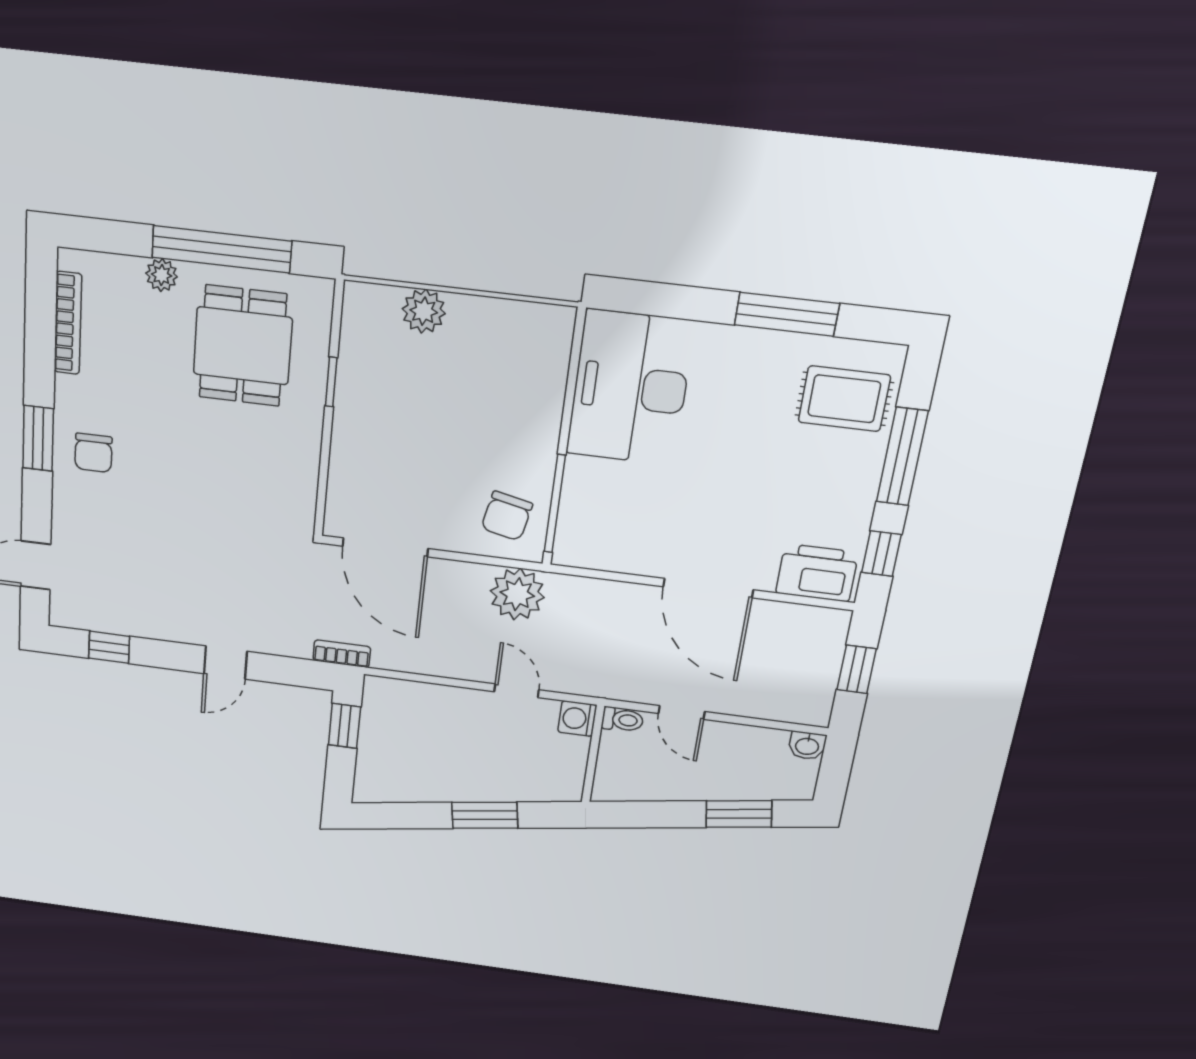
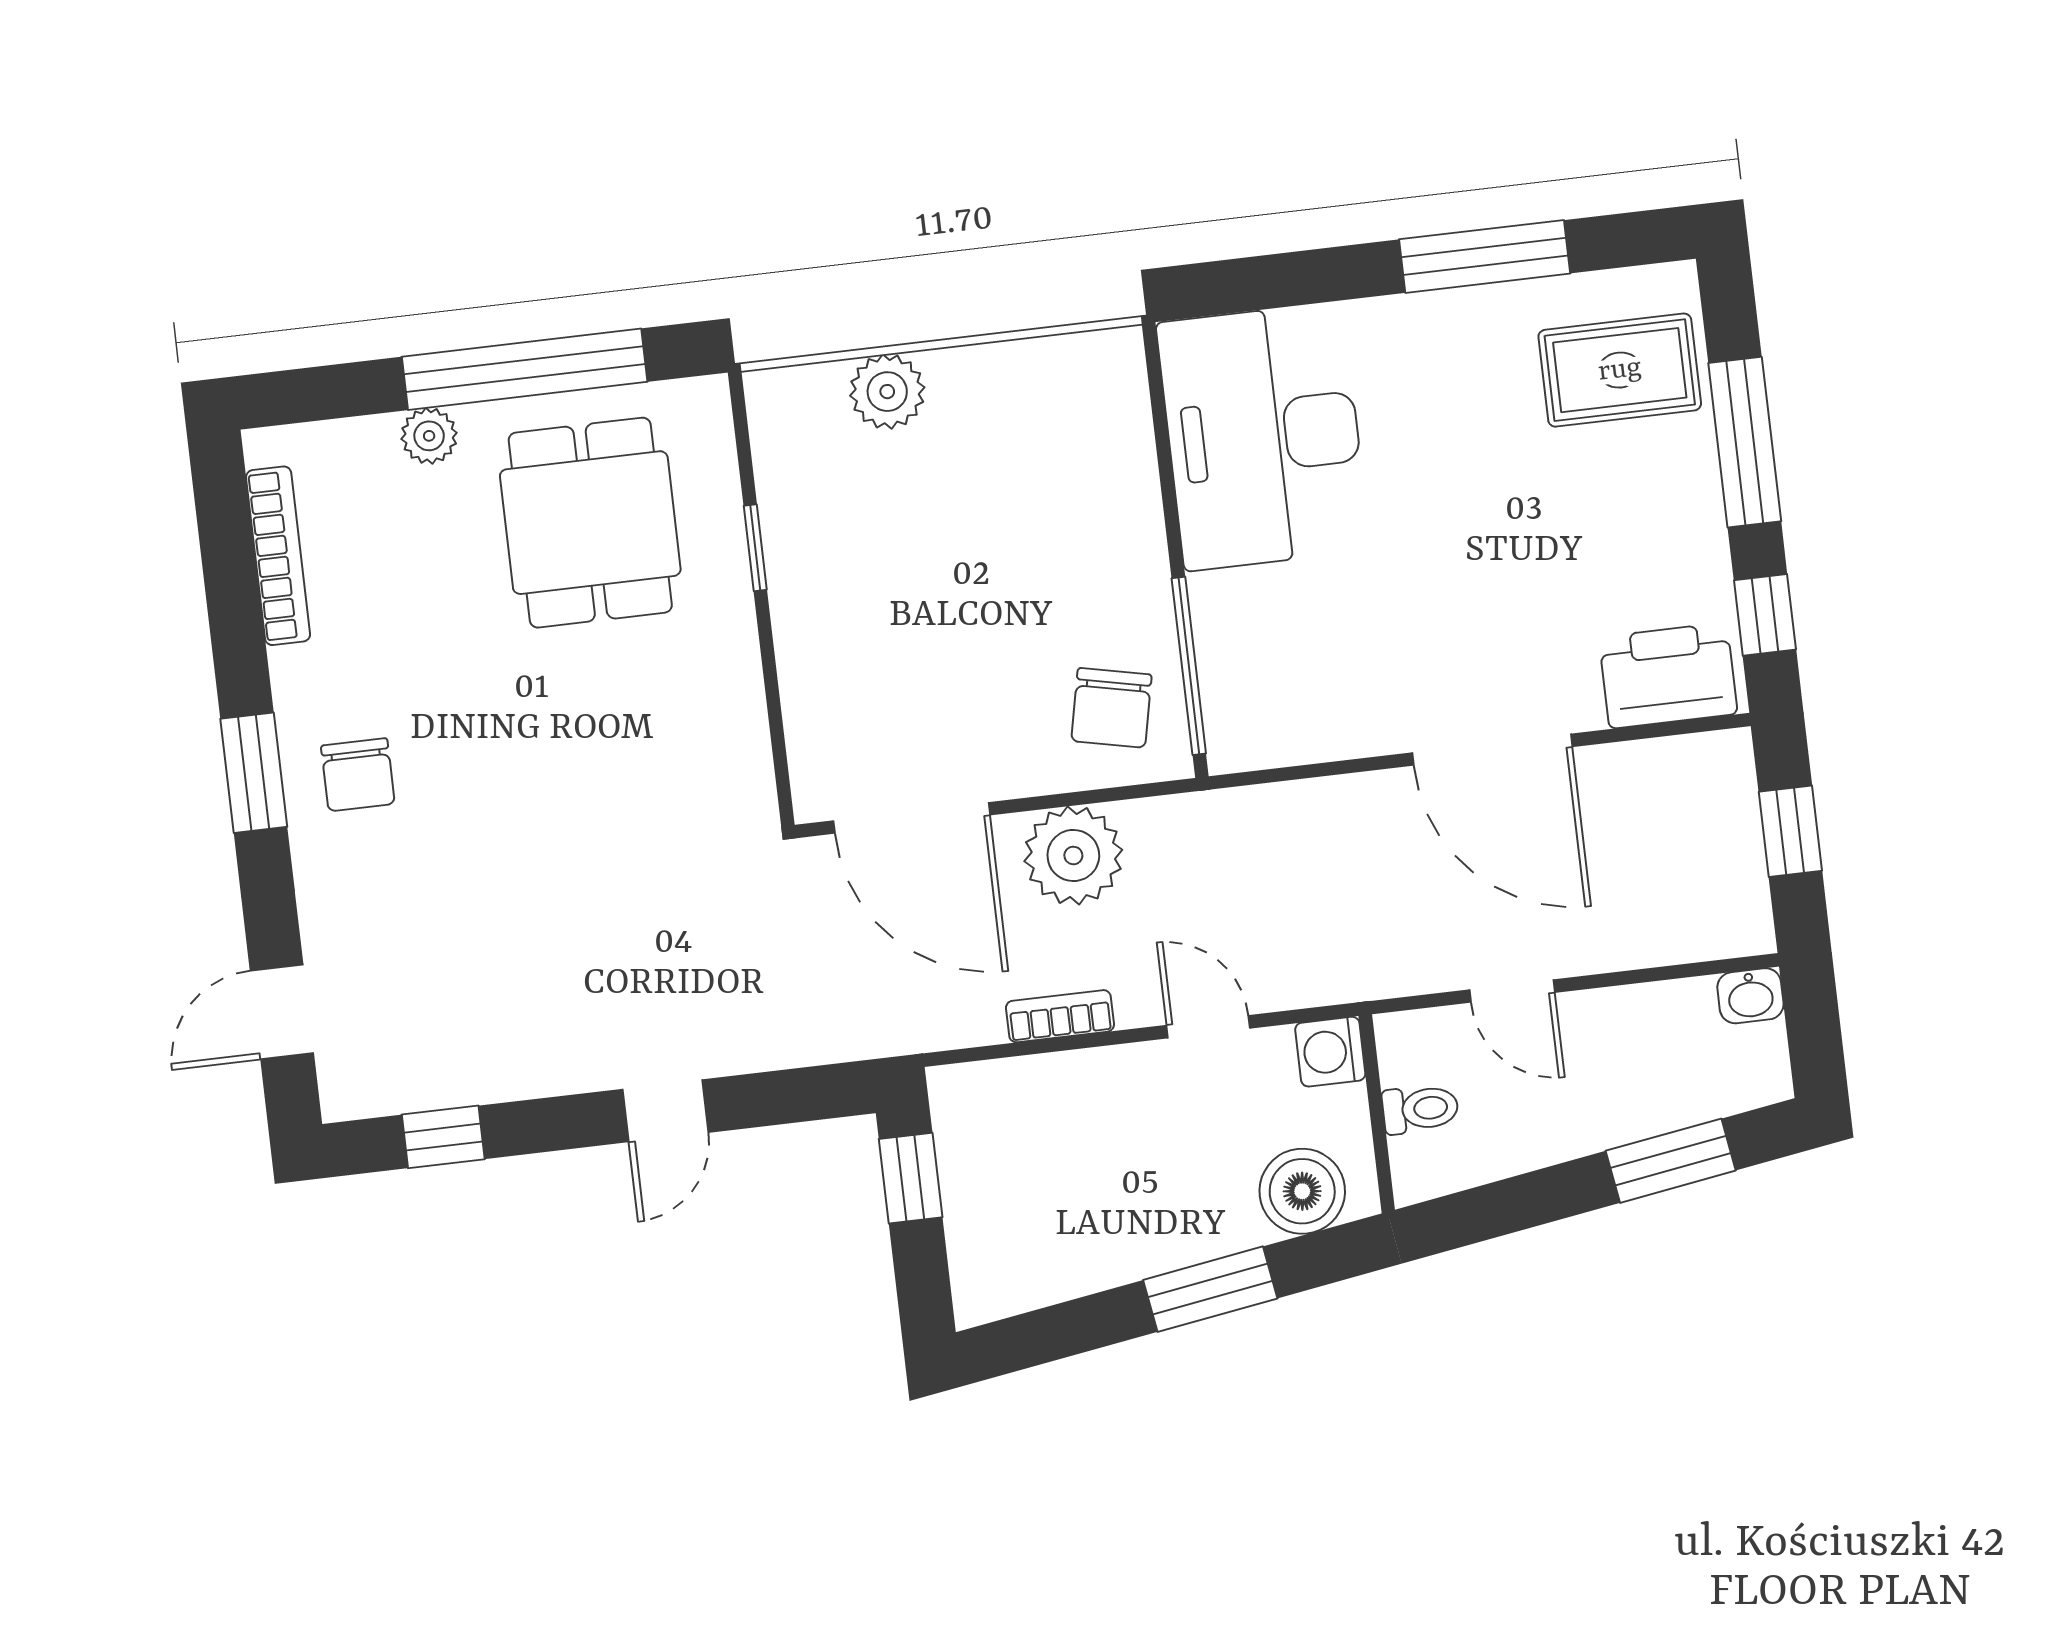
plant: (517, 594) -> (1073, 855), moved
bookcase: (342, 654) -> (1060, 1016), moved
toilet: (622, 720) -> (1420, 1109), moved
boiler: (544, 781) -> (1302, 1191), added

